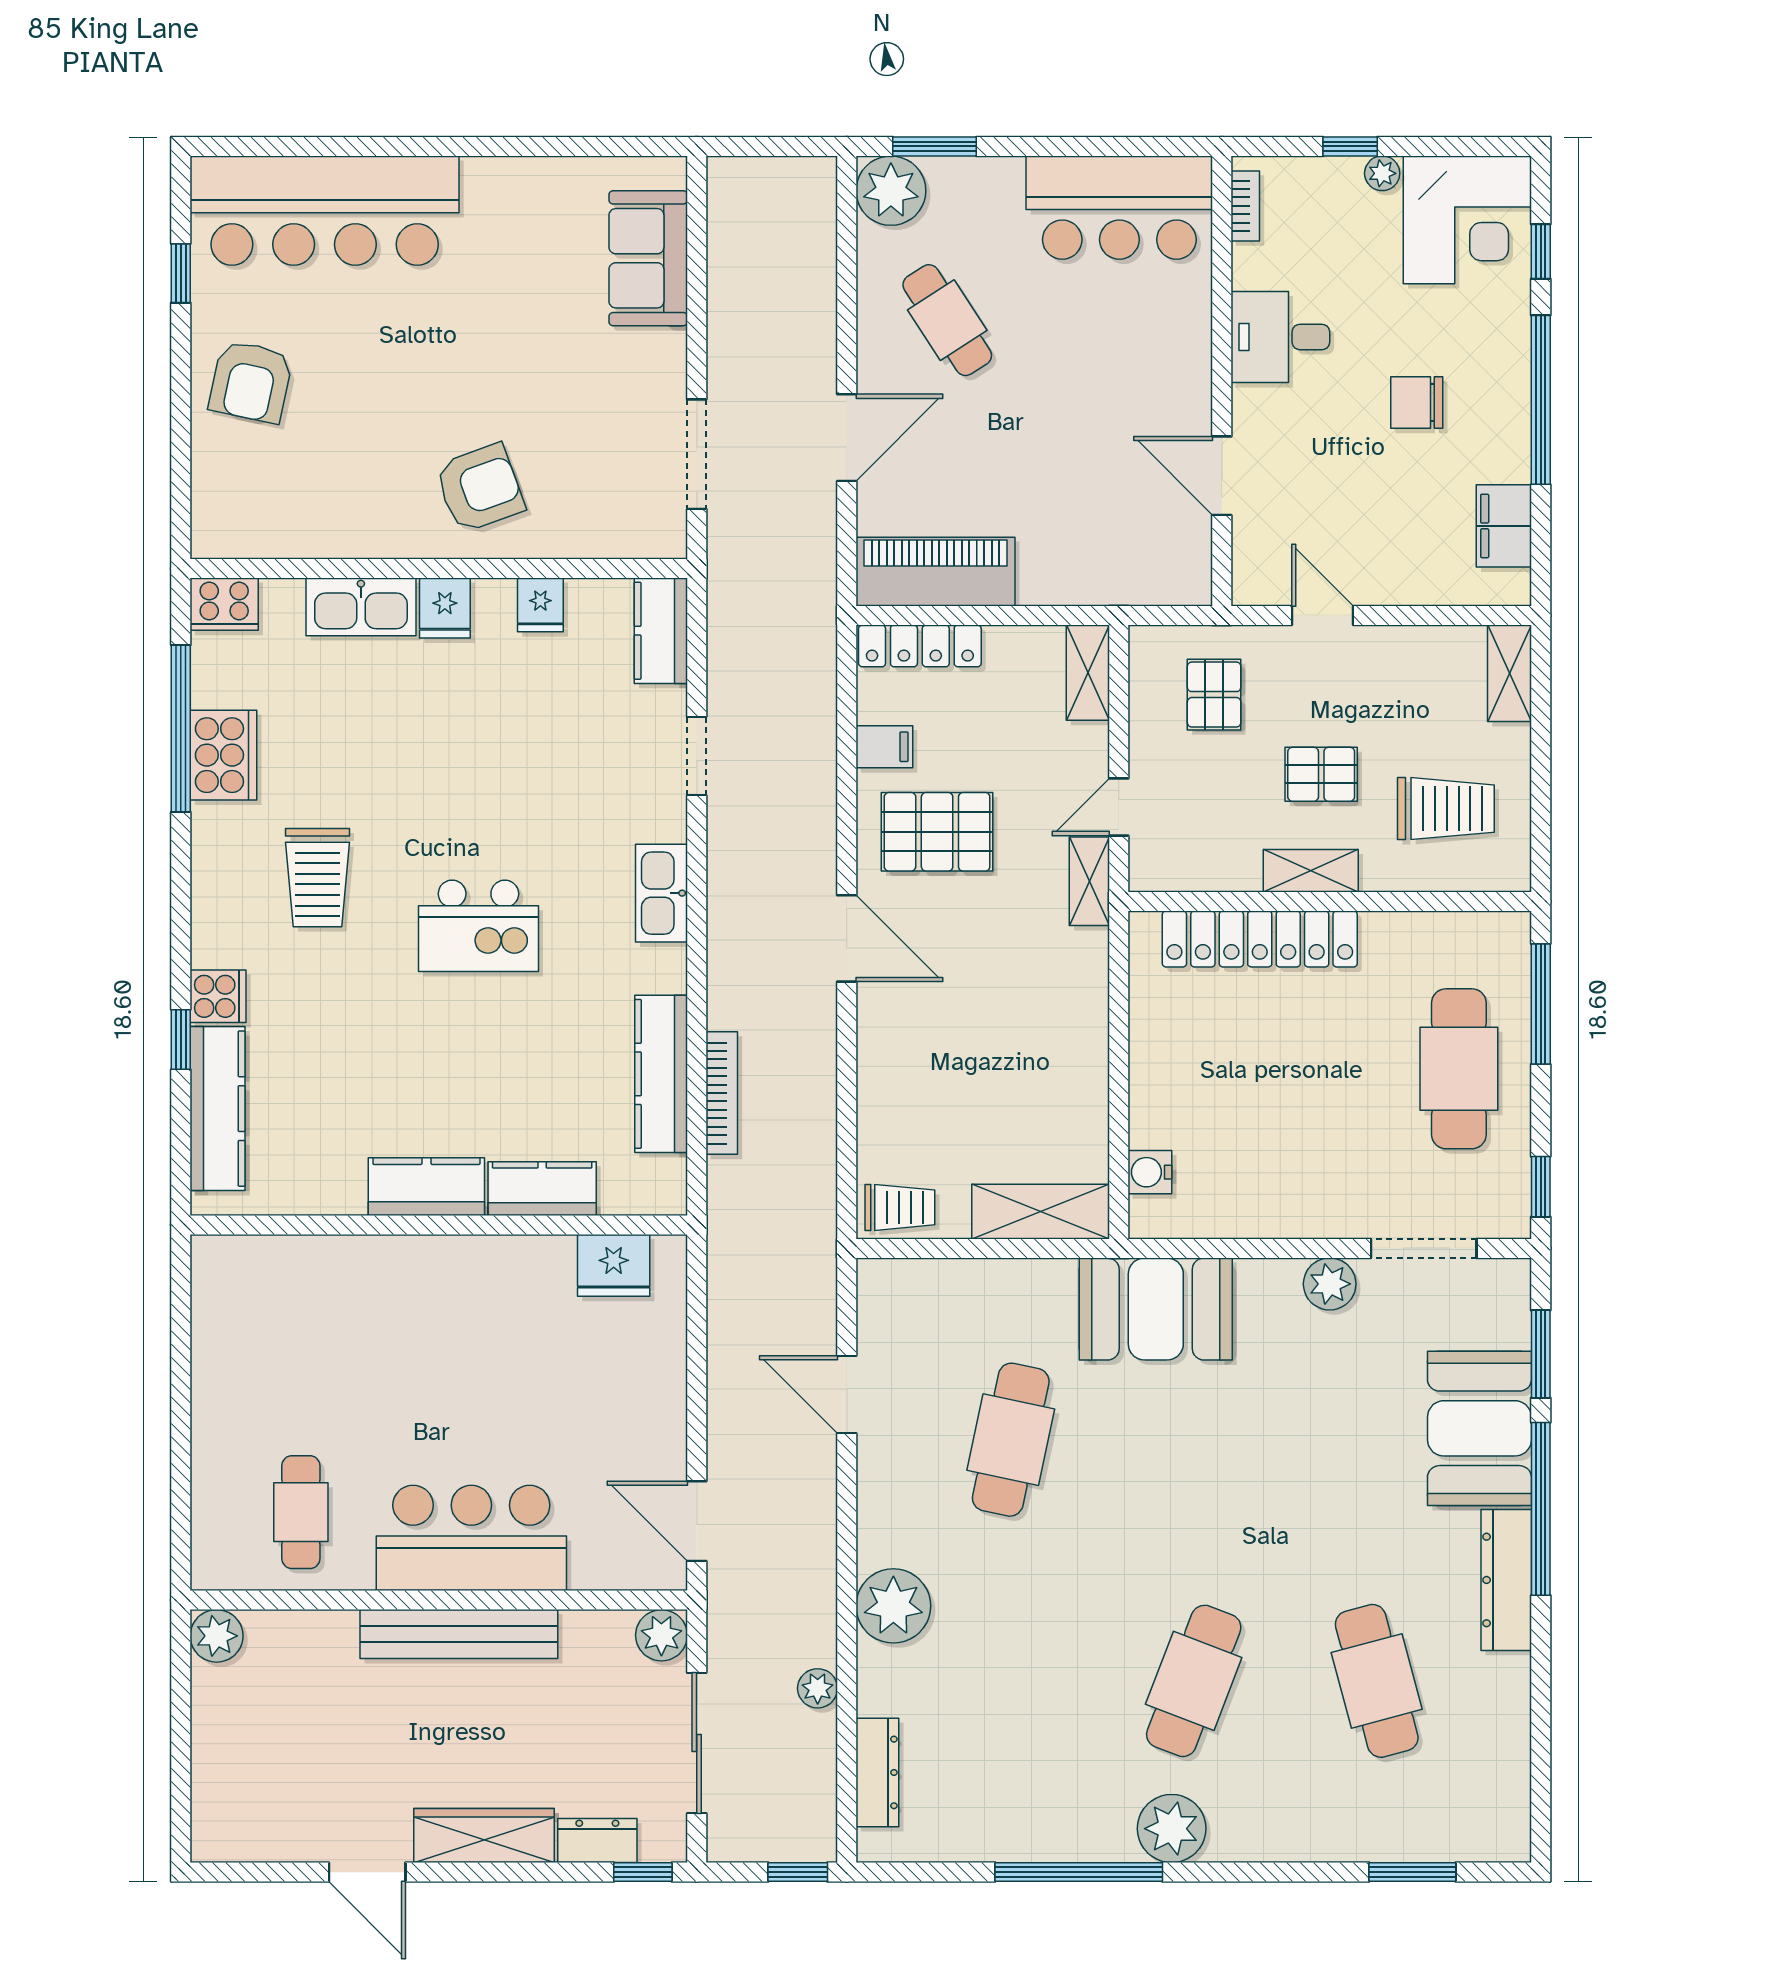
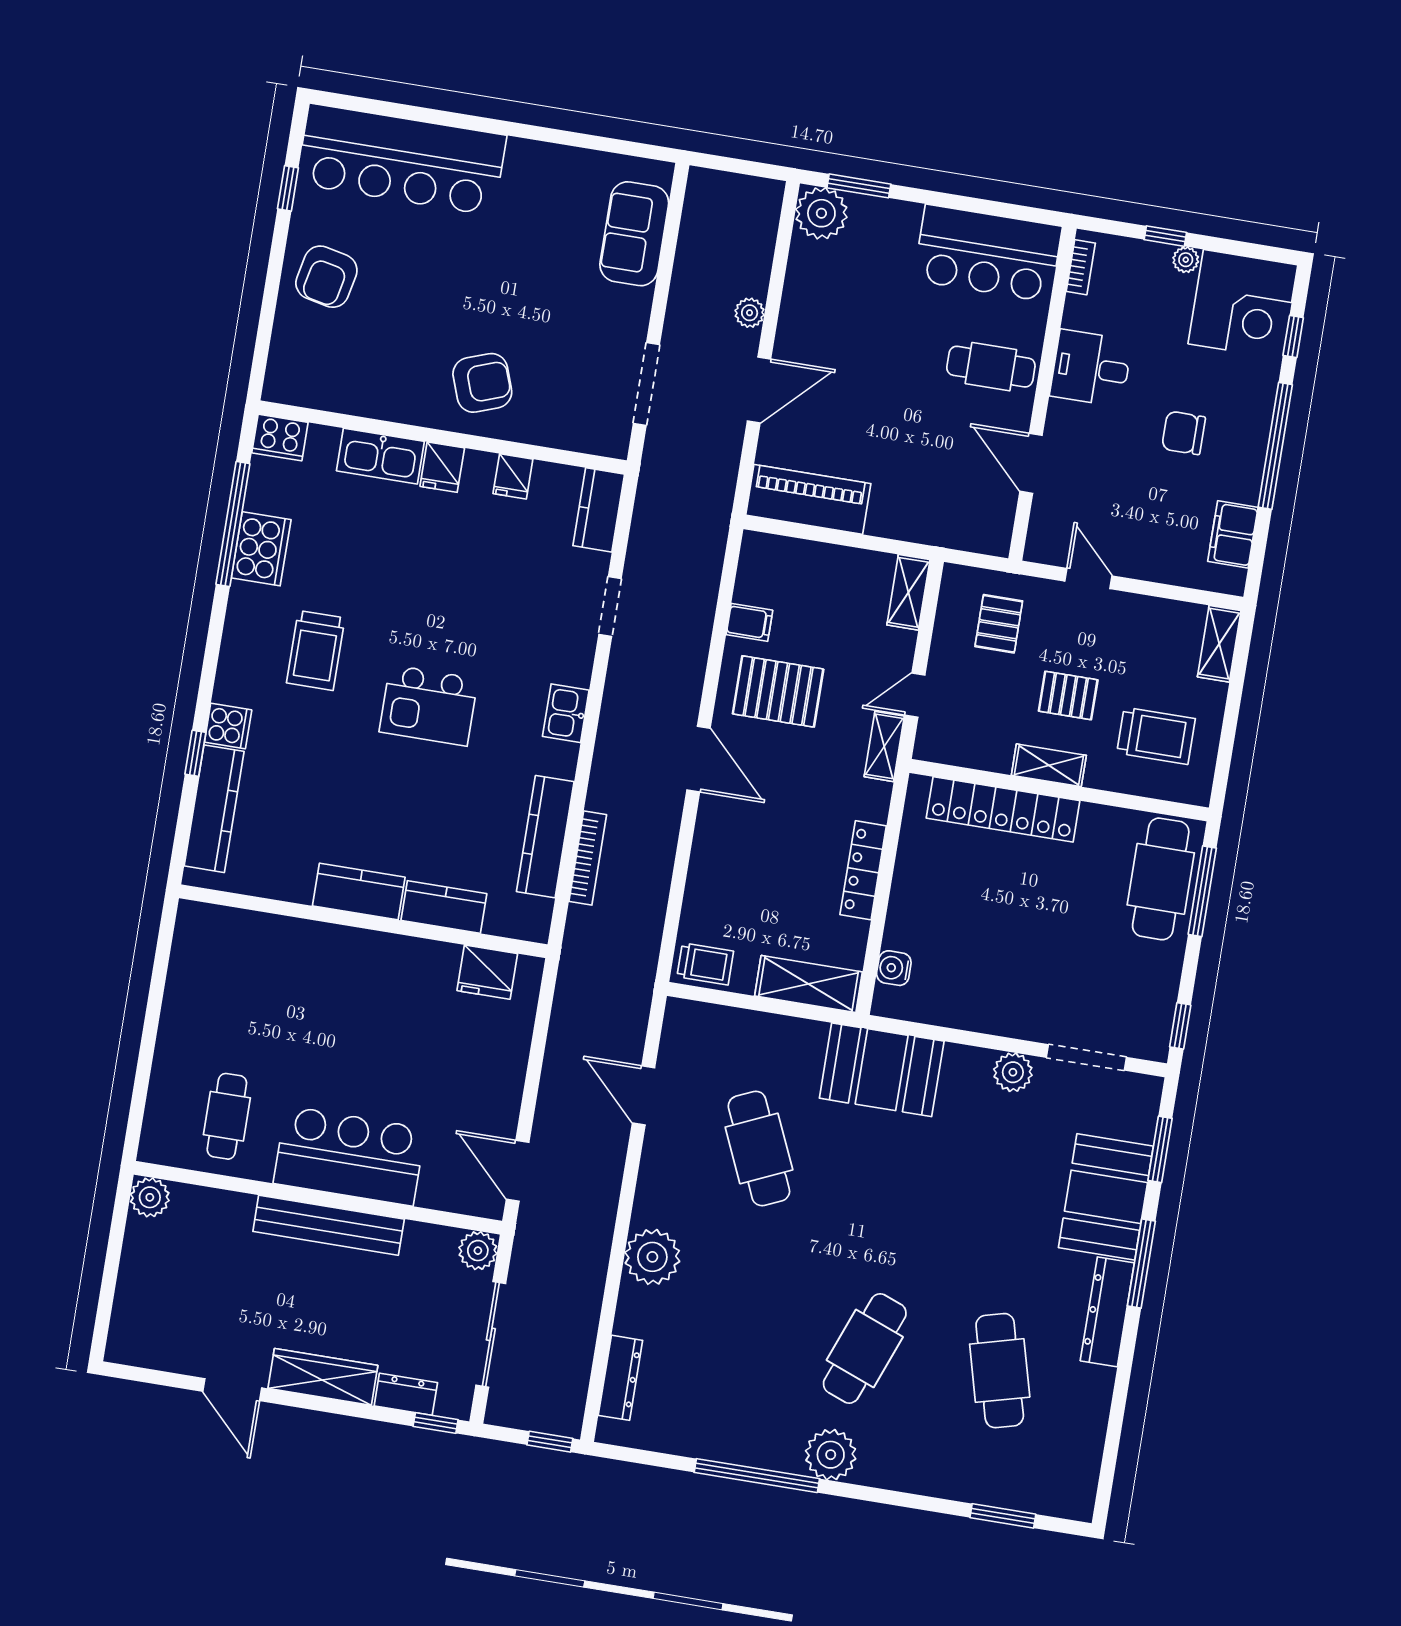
cafe table: (947, 320) -> (991, 367), moved, turned -57
locker: (920, 646) -> (863, 870), moved, turned 90
kitchen sink: (661, 893) -> (566, 713), width x0.73
cafe table: (1459, 1069) -> (1161, 879), moved
cafe table: (1011, 1440) -> (759, 1149), turned -36
window: (1541, 1509) -> (1141, 1264), width x0.68
plant: (818, 1688) -> (750, 313), moved

